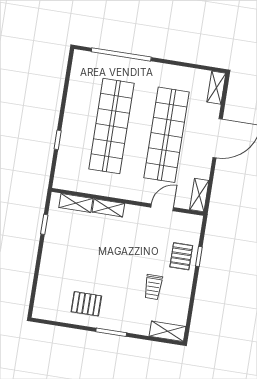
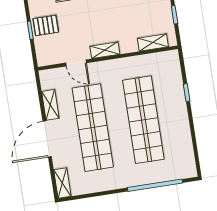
shelving: (199, 195) -> (50, 105), moved
door: (162, 207) -> (76, 63), hinge flipped
shelving: (108, 208) -> (105, 50), moved
pallet: (181, 256) -> (46, 25), turned 90

